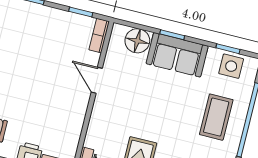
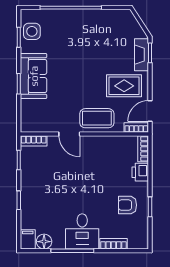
floor lamp: (137, 41) -> (30, 110), removed
door: (97, 80) -> (69, 134), hinge flipped
coffee table: (216, 117) -> (97, 118), moved

